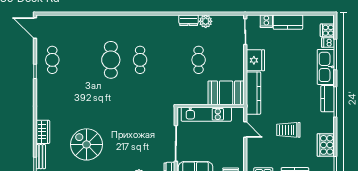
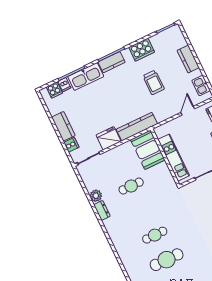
door: (245, 130) -> (188, 111), moved
cooker: (326, 145) -> (142, 50), moved

